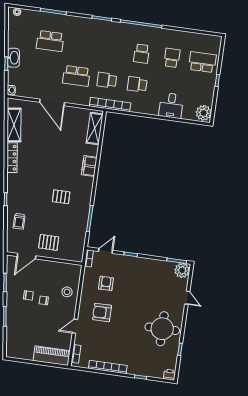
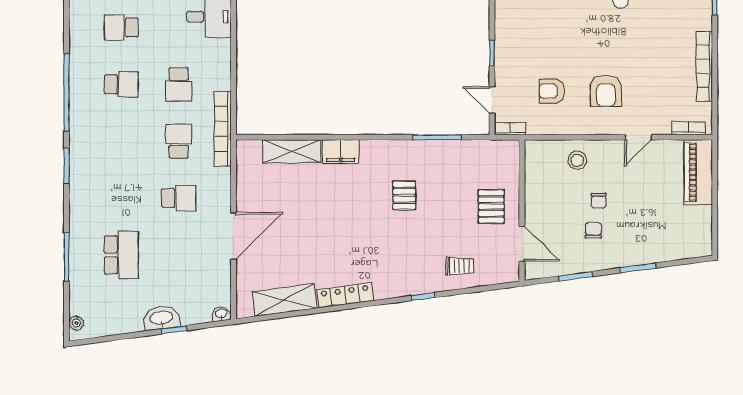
school desk: (76, 76) -> (179, 198), width x0.54
school desk: (107, 80) -> (179, 141), turned 180
shelving: (95, 129) -> (292, 151), moved
door: (75, 326) -> (638, 137), hinge flipped

